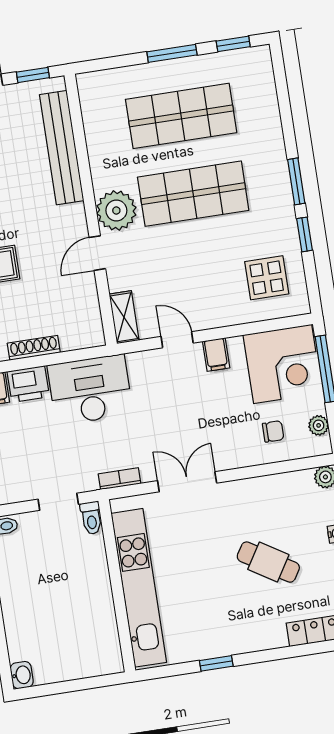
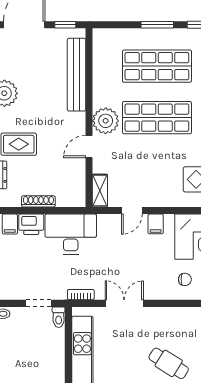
door: (177, 340) -> (132, 210), swing flipped

